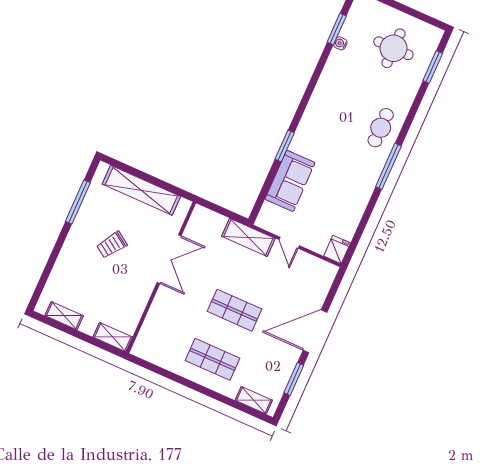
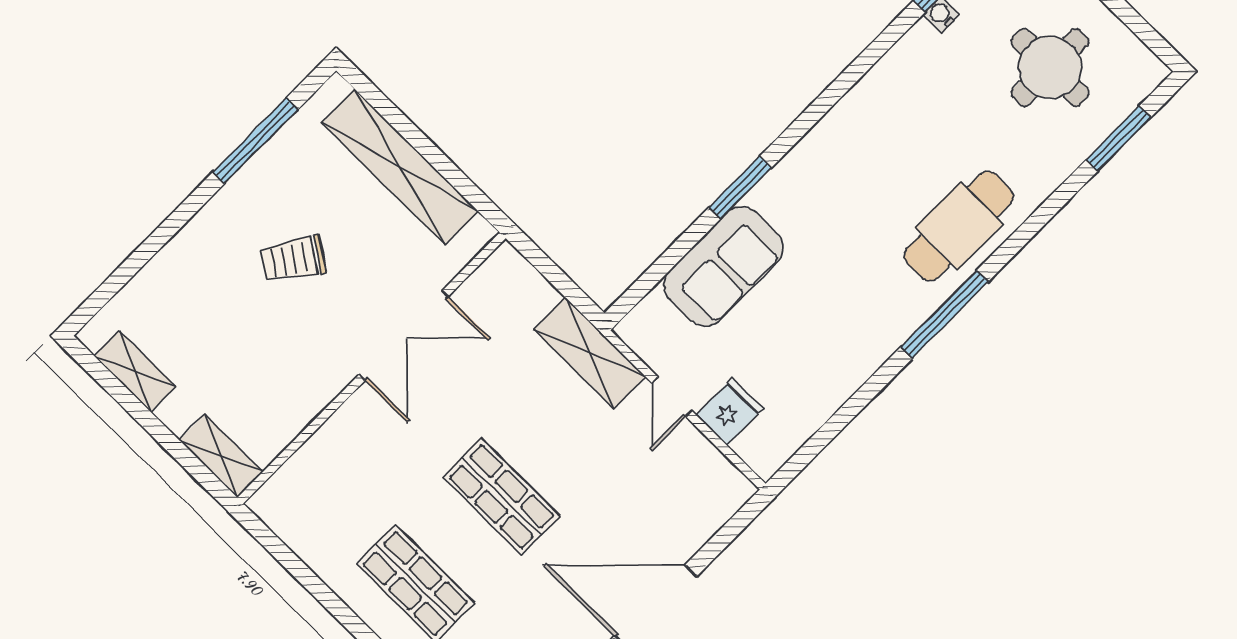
cafe table: (381, 128) -> (959, 226), width x1.37, depth x1.35
fridge: (337, 249) -> (730, 412), moved

